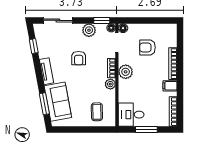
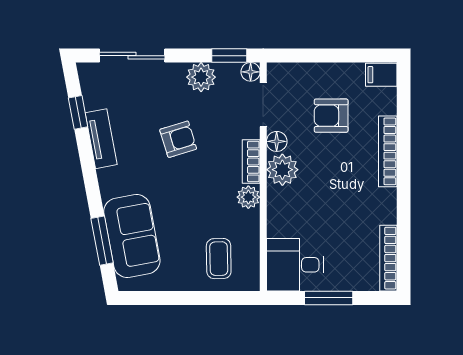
floor lamp: (123, 28) -> (277, 141), moved
armchair: (79, 58) -> (178, 139), turned -107
tv unit: (46, 71) -> (101, 139), moved
filing cabinet: (170, 86) -> (381, 75), moved

